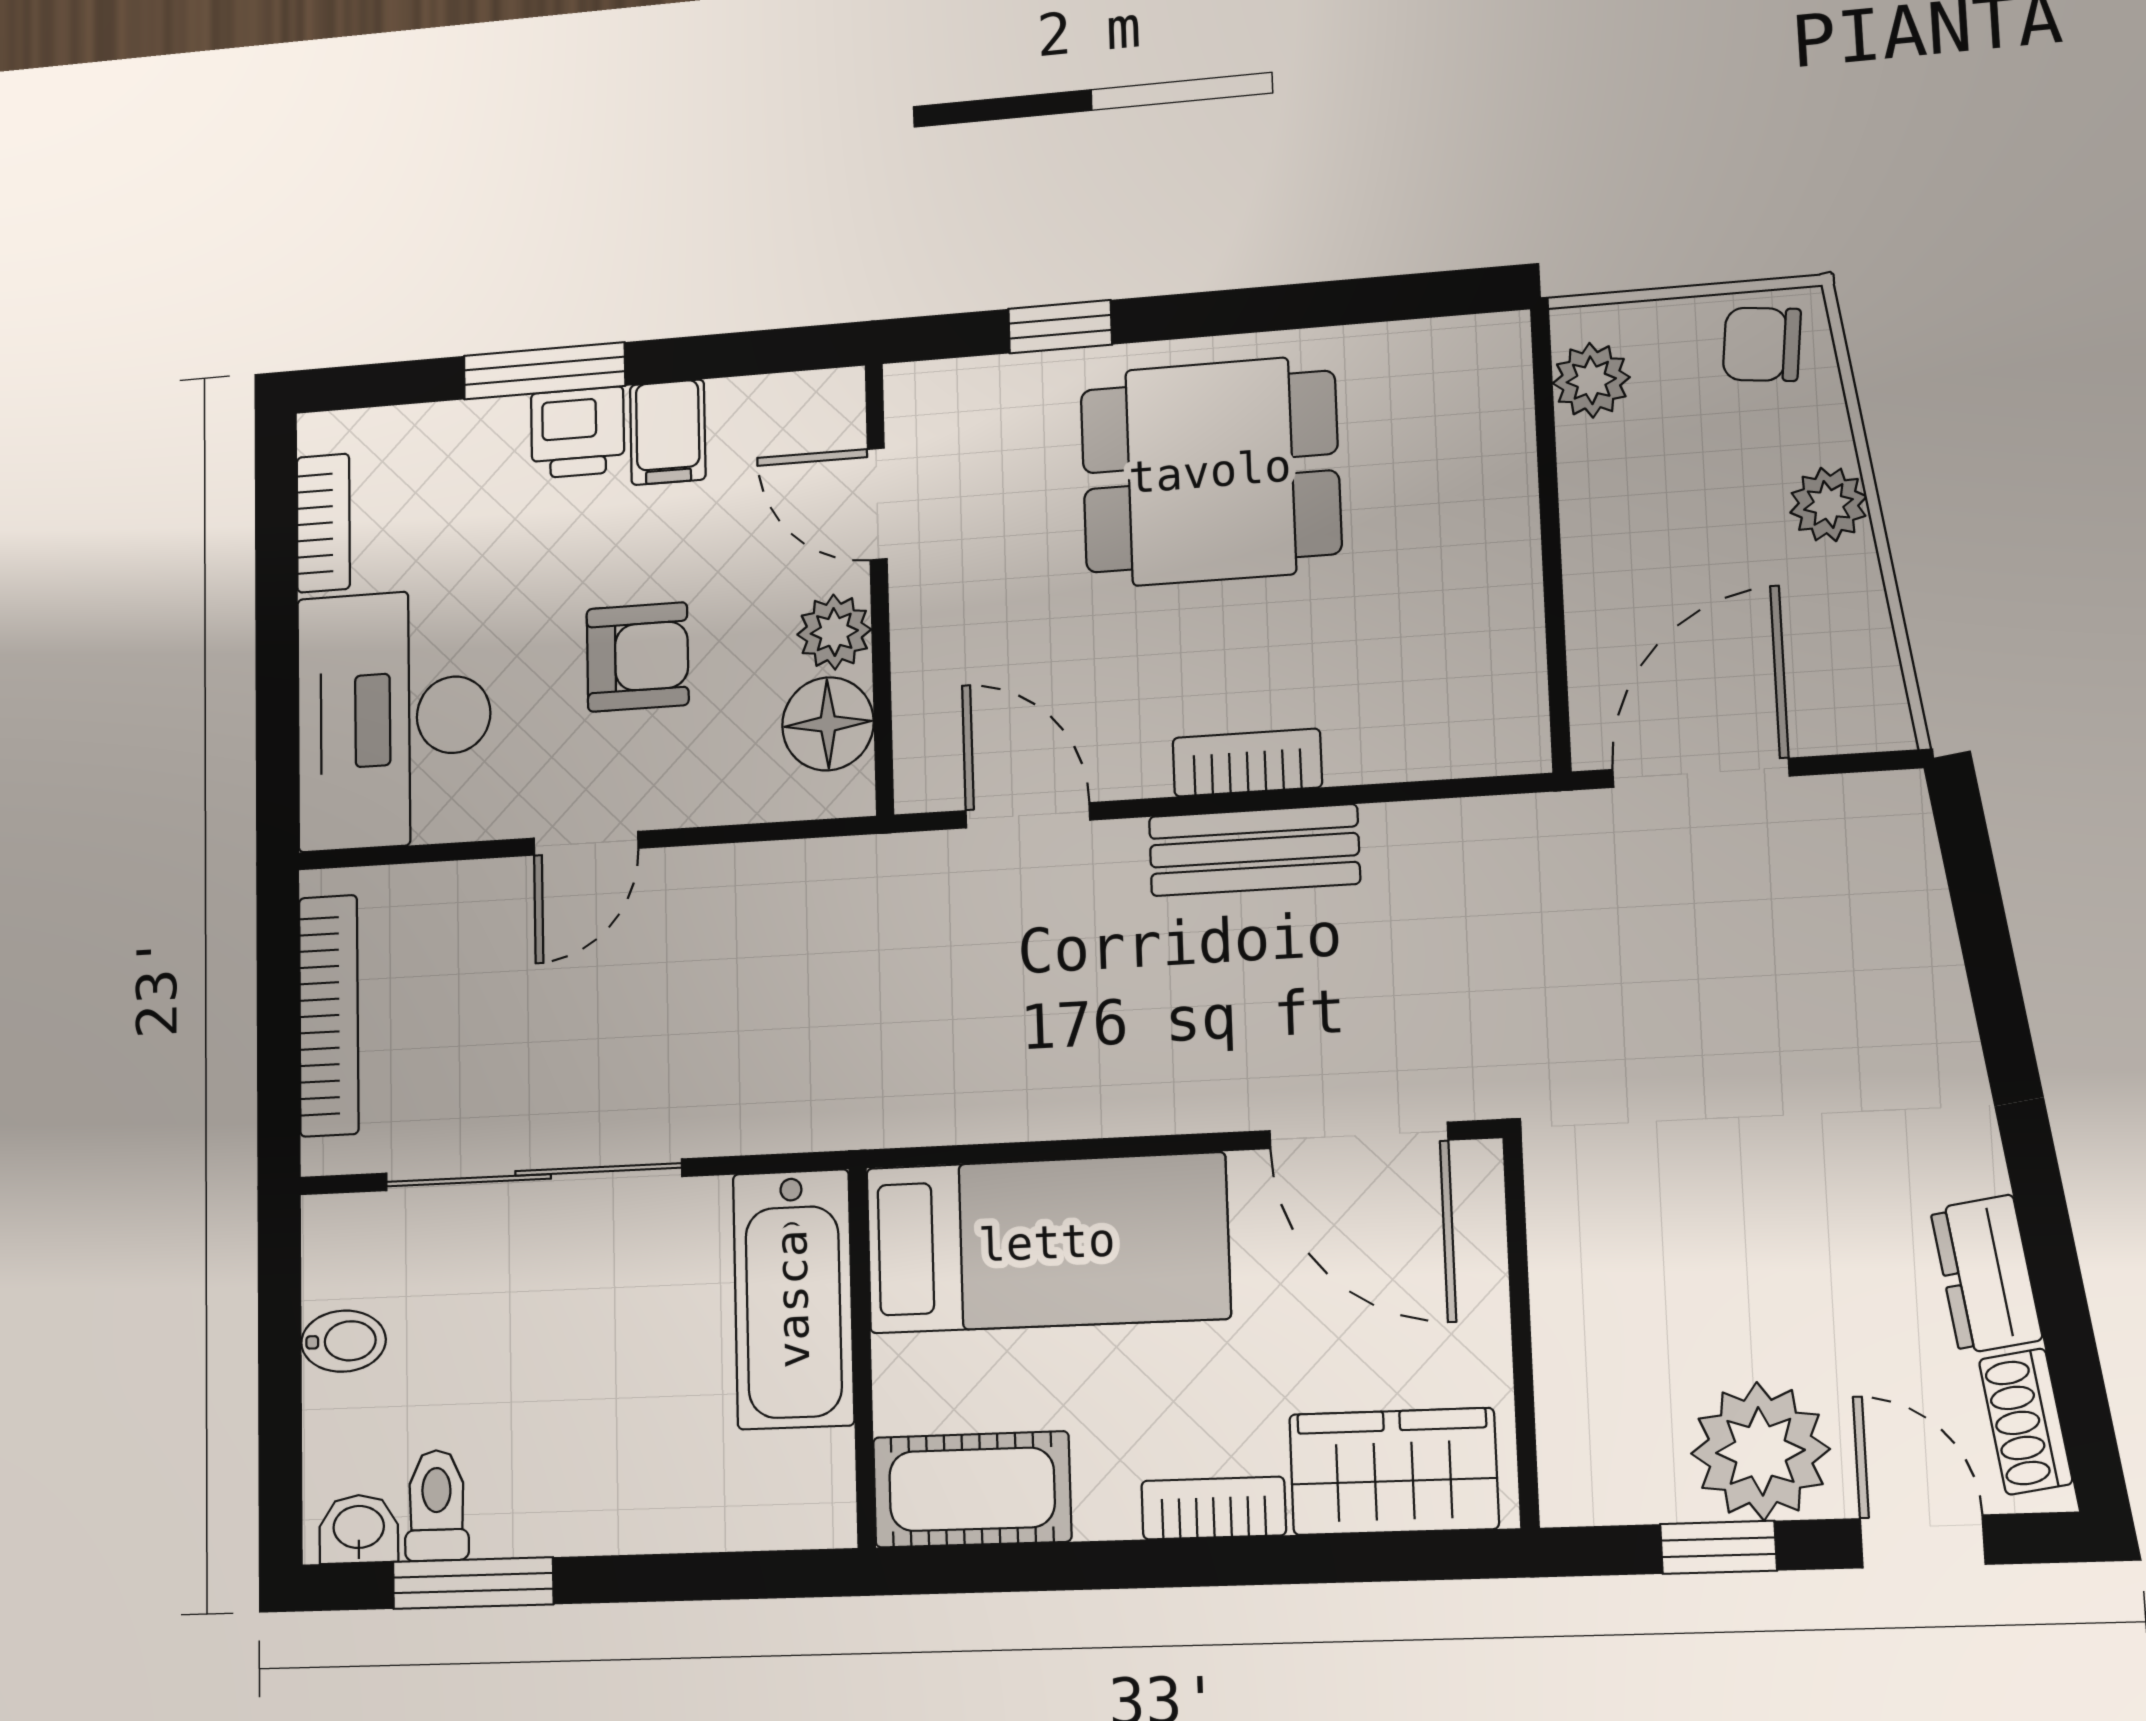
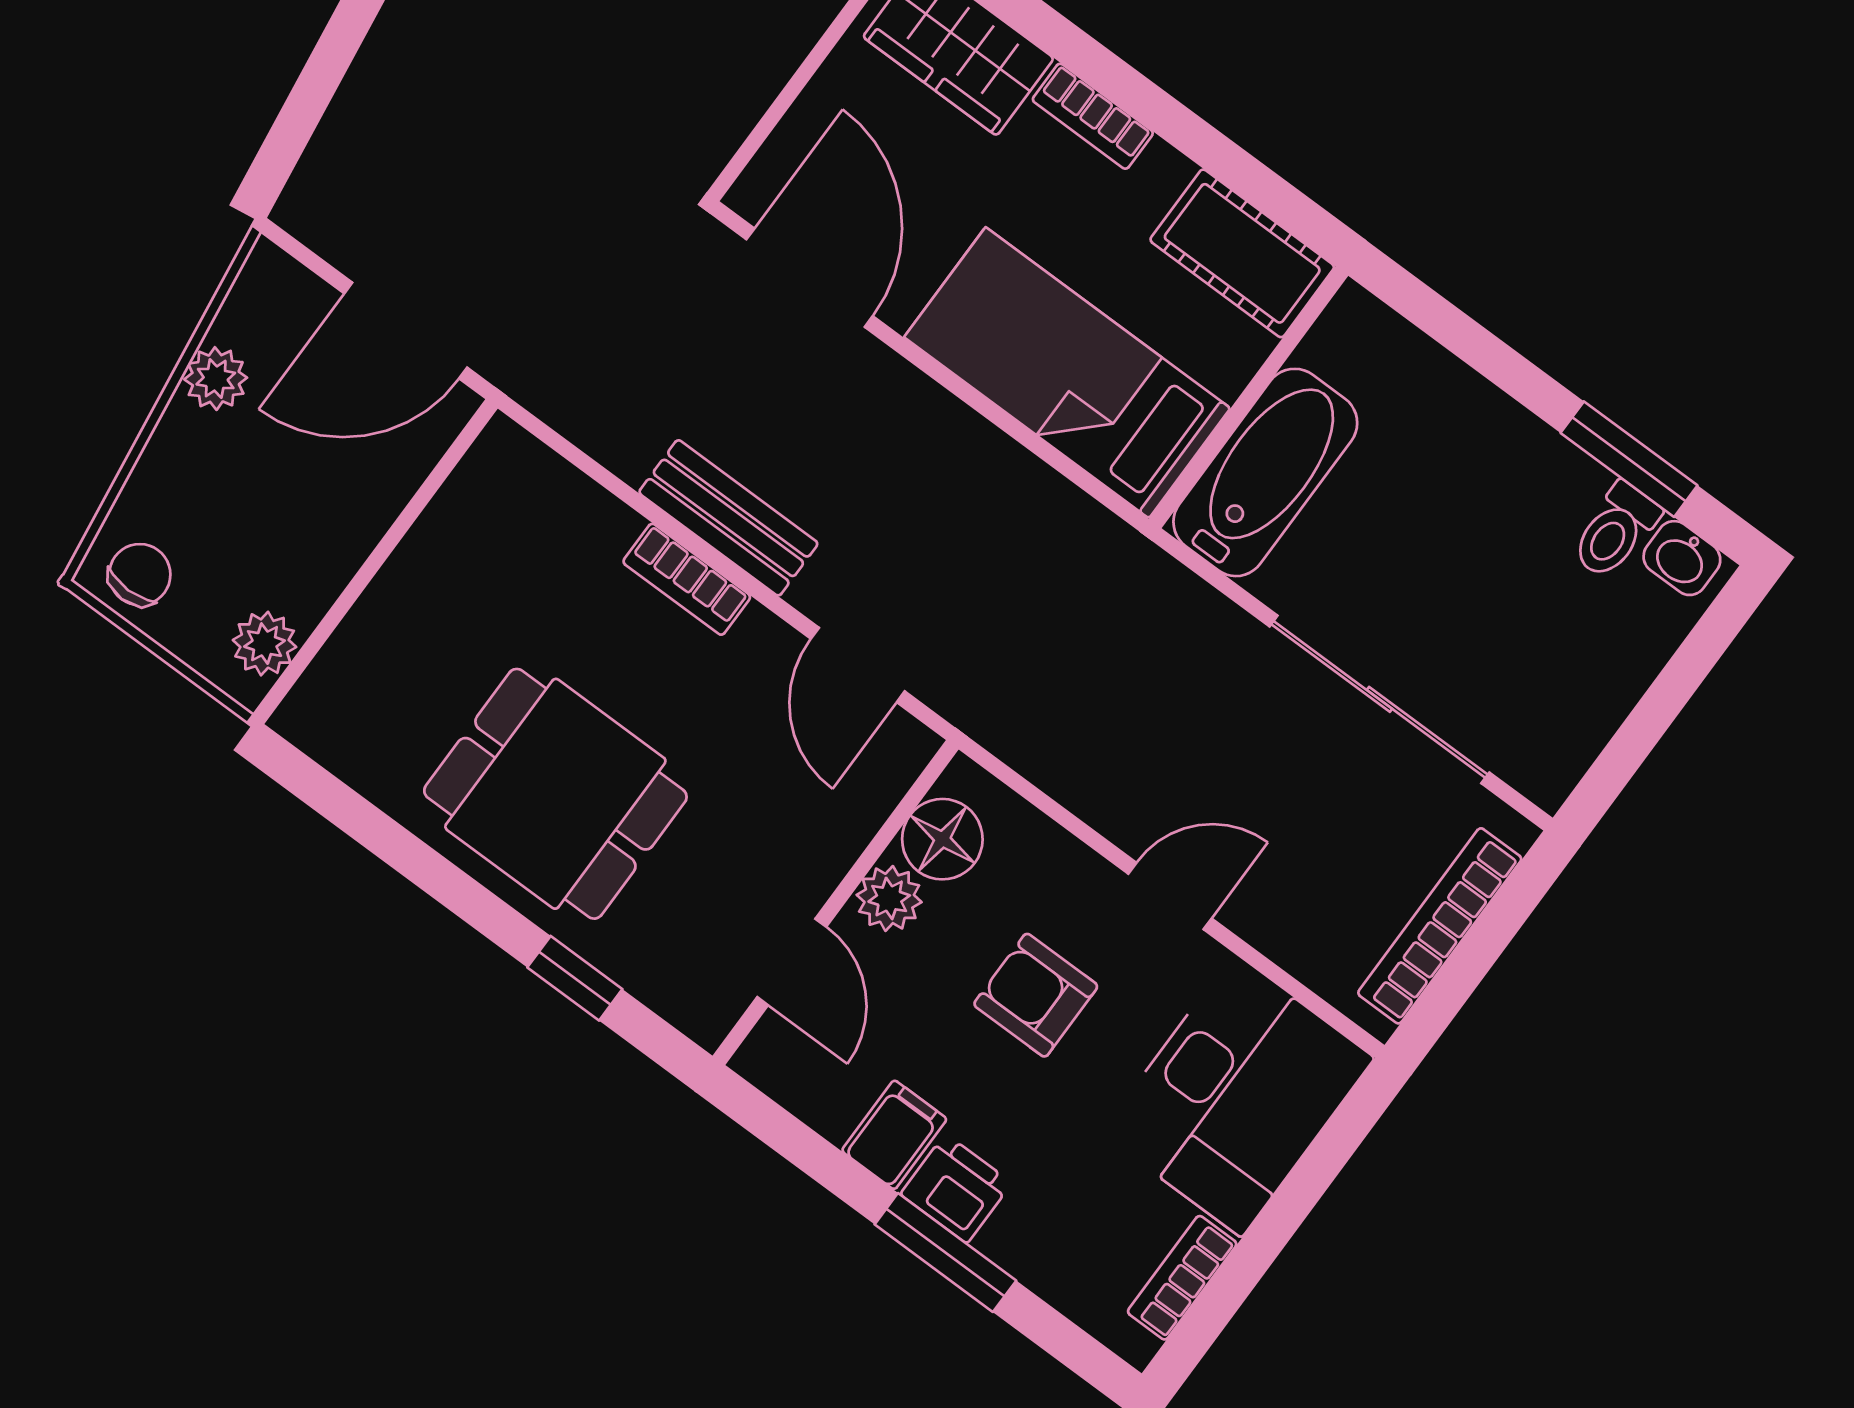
chair: (1762, 344) -> (140, 575), turned -96
plant: (1828, 504) -> (216, 379), moved
bidet: (343, 1341) -> (1597, 693), removed

